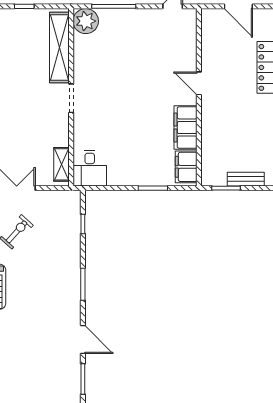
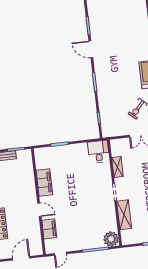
door: (238, 6) -> (21, 258), hinge flipped
shelving: (59, 47) -> (124, 215), width x0.68
shelving: (61, 164) -> (117, 167), moved
filing cabinet: (186, 167) -> (49, 229), moved

